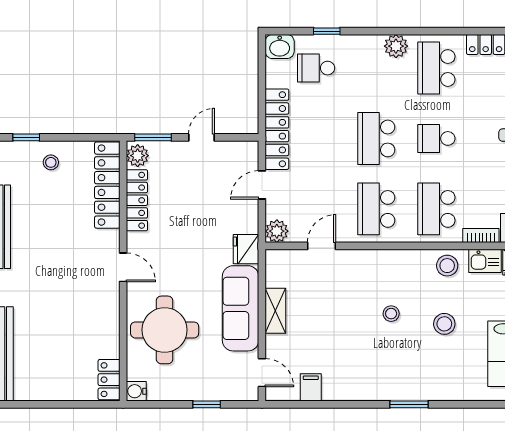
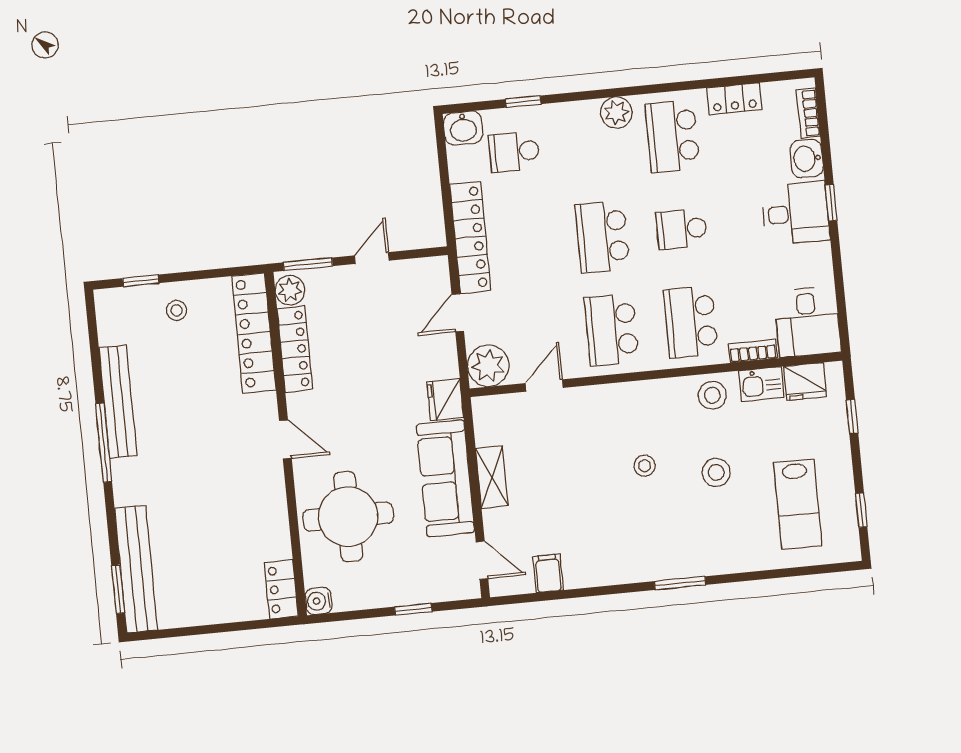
plant: (277, 231) -> (488, 366), width x1.36, depth x1.36

